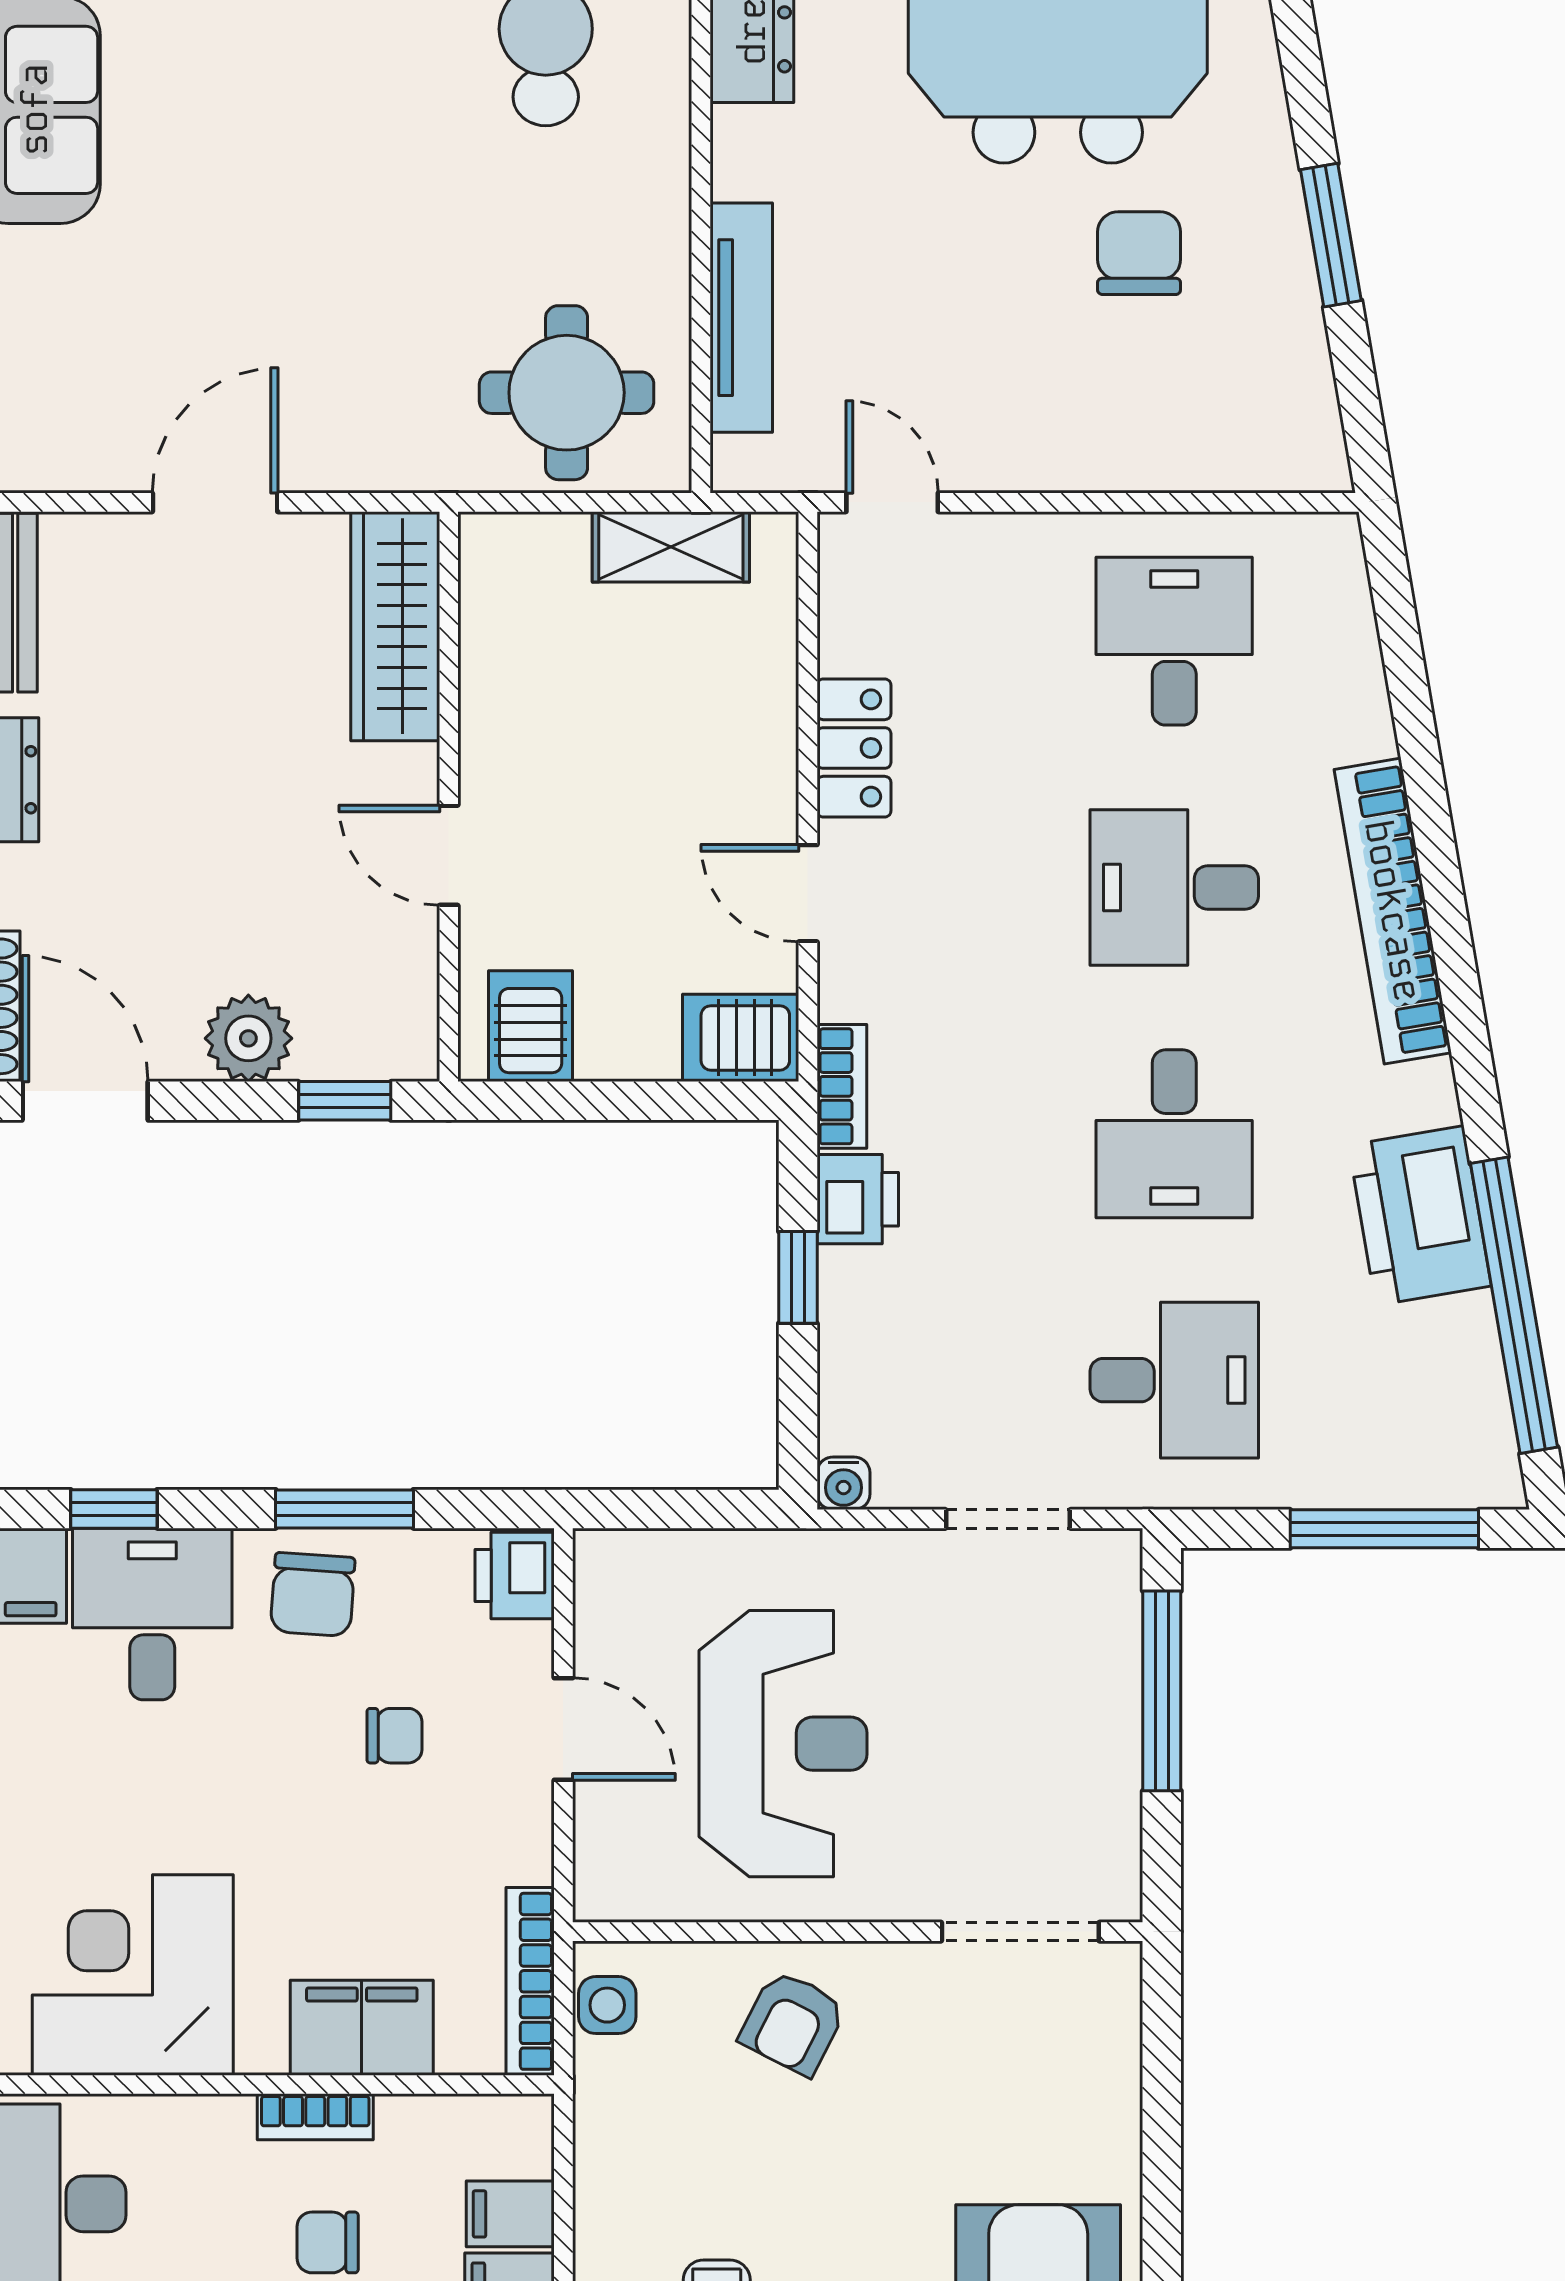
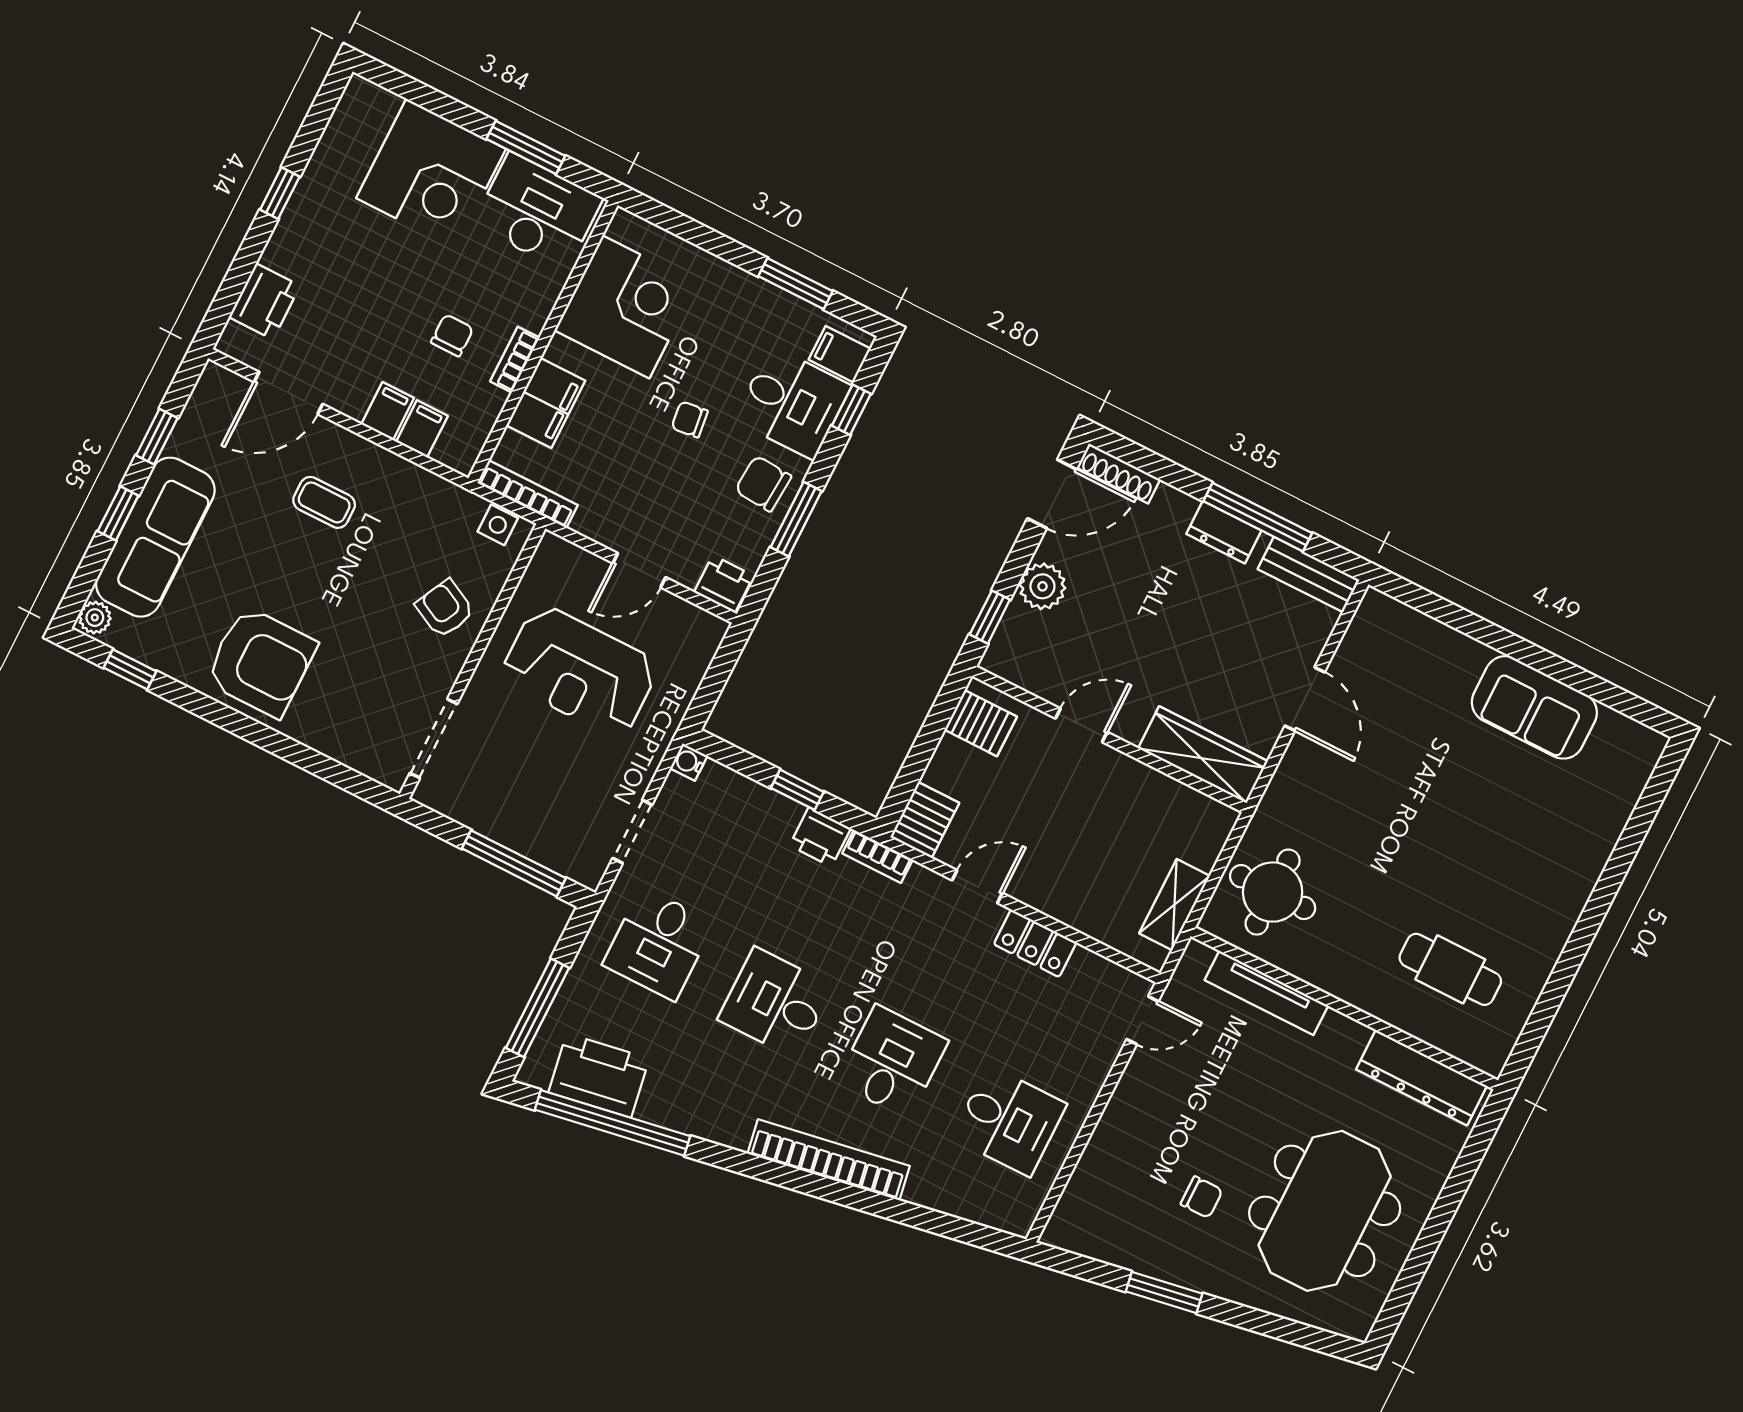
chair: (1139, 253) -> (1202, 1197), width x0.73, depth x0.73
printer: (1420, 1216) -> (599, 1075), moved
chair: (394, 1736) -> (690, 419), moved, turned 83

